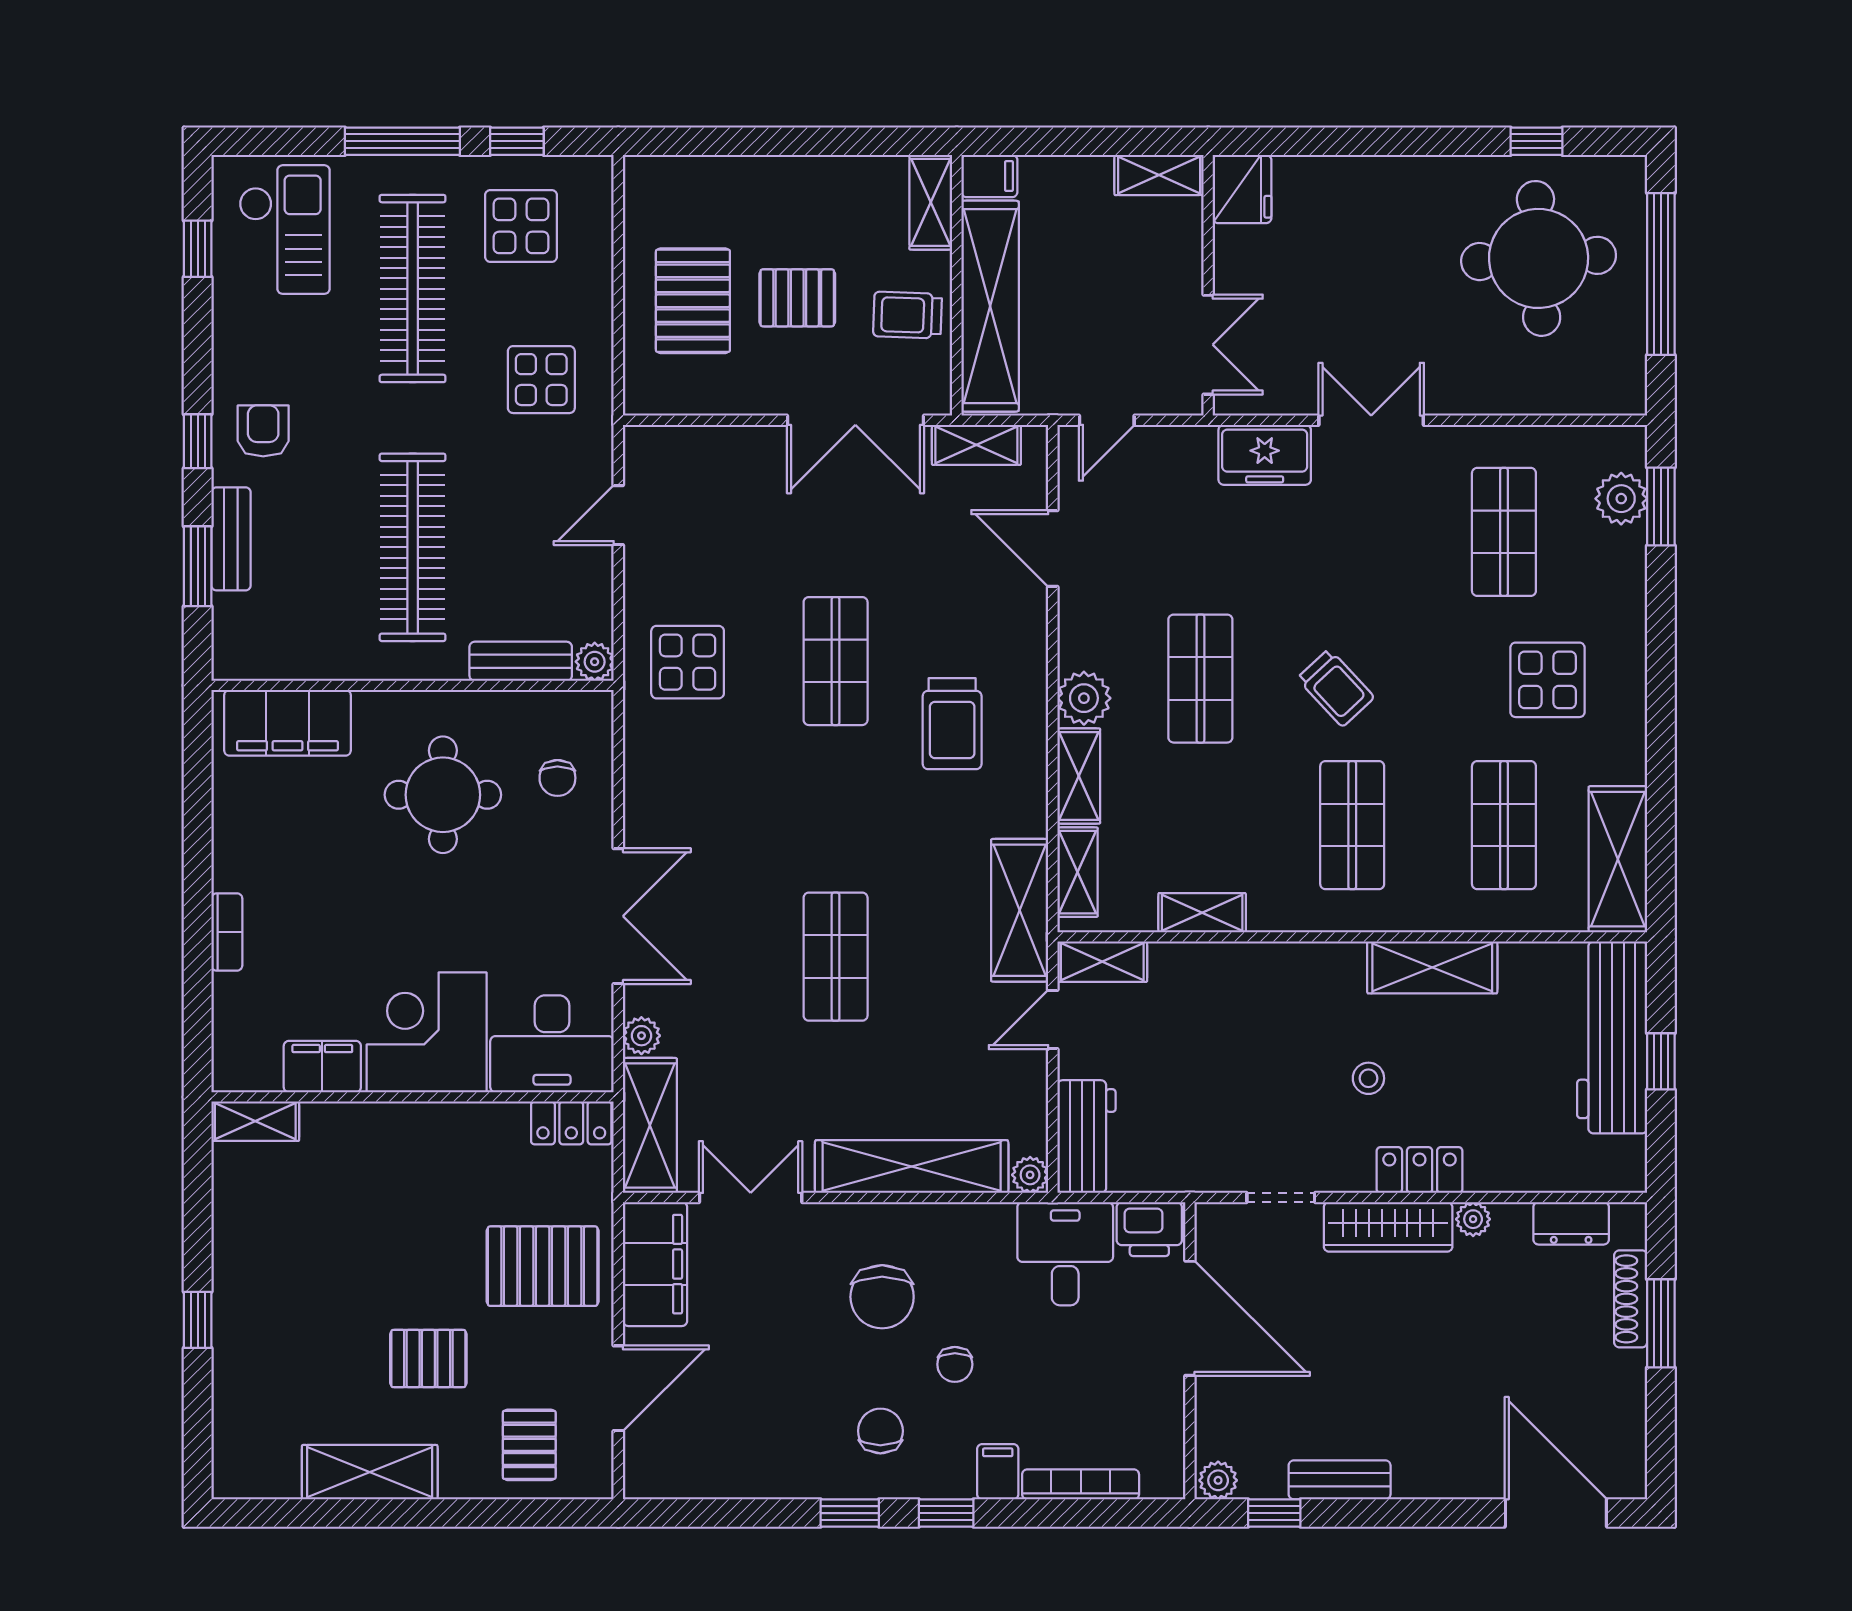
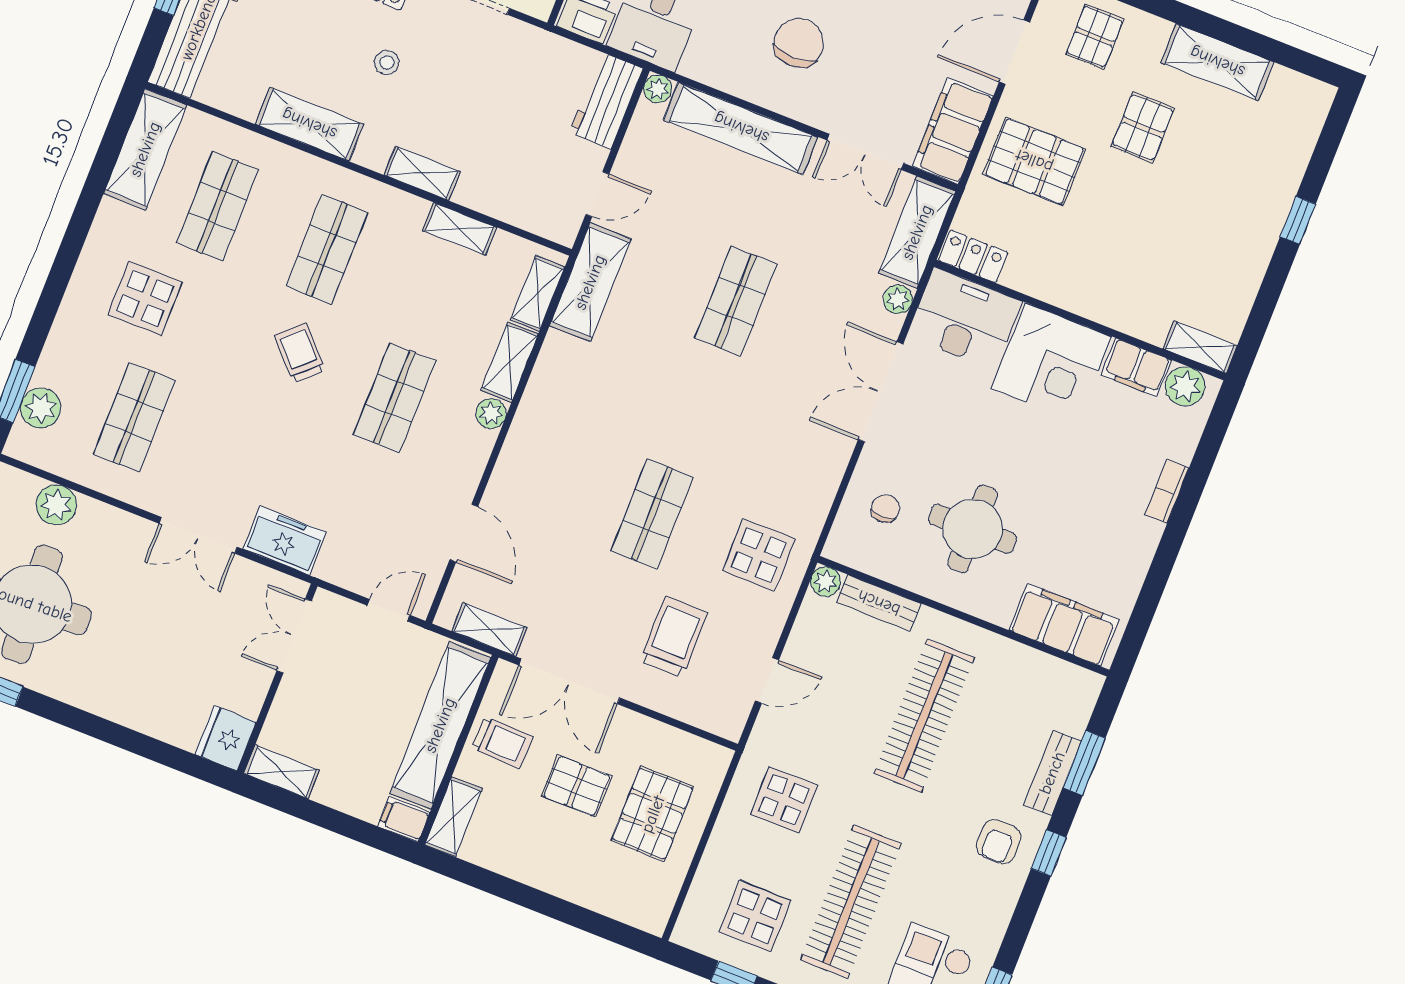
plant: (1556, 390) -> (56, 505), added
double door: (855, 420) -> (569, 681), swing flipped
plant: (1084, 698) -> (491, 414), width x0.73, depth x0.73
trolley: (952, 724) -> (674, 637), moved
shelving: (1102, 962) -> (422, 173), moved
plant: (255, 1067) -> (1185, 386), added
pallet: (428, 1359) -> (1143, 127), turned 90

